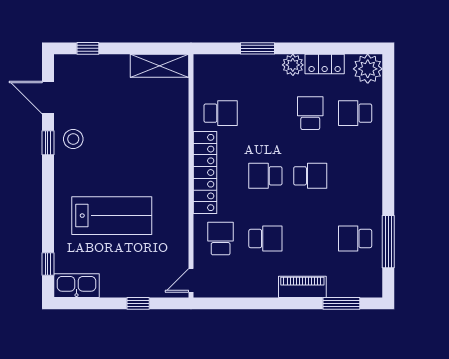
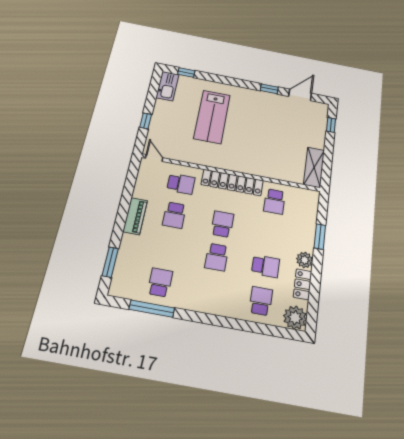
stool: (73, 139) -> (270, 104), removed
piano: (302, 287) -> (135, 216), moved

